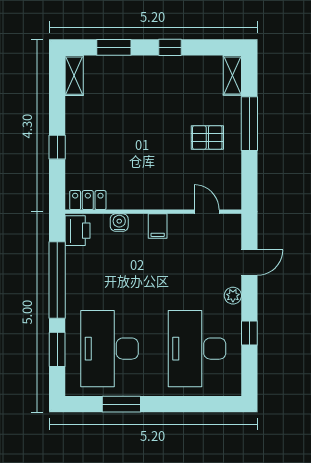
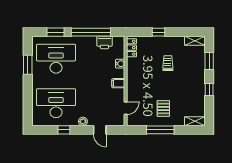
window: (249, 124) -> (160, 130), moved
trolley: (118, 128) -> (168, 63), added
printer: (78, 231) -> (104, 42), moved

